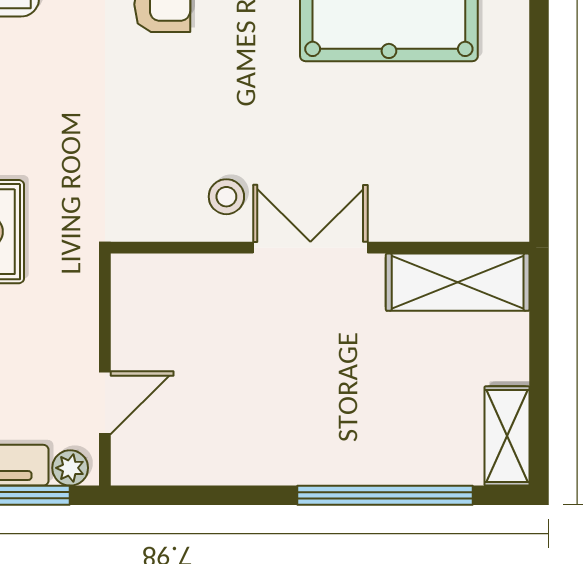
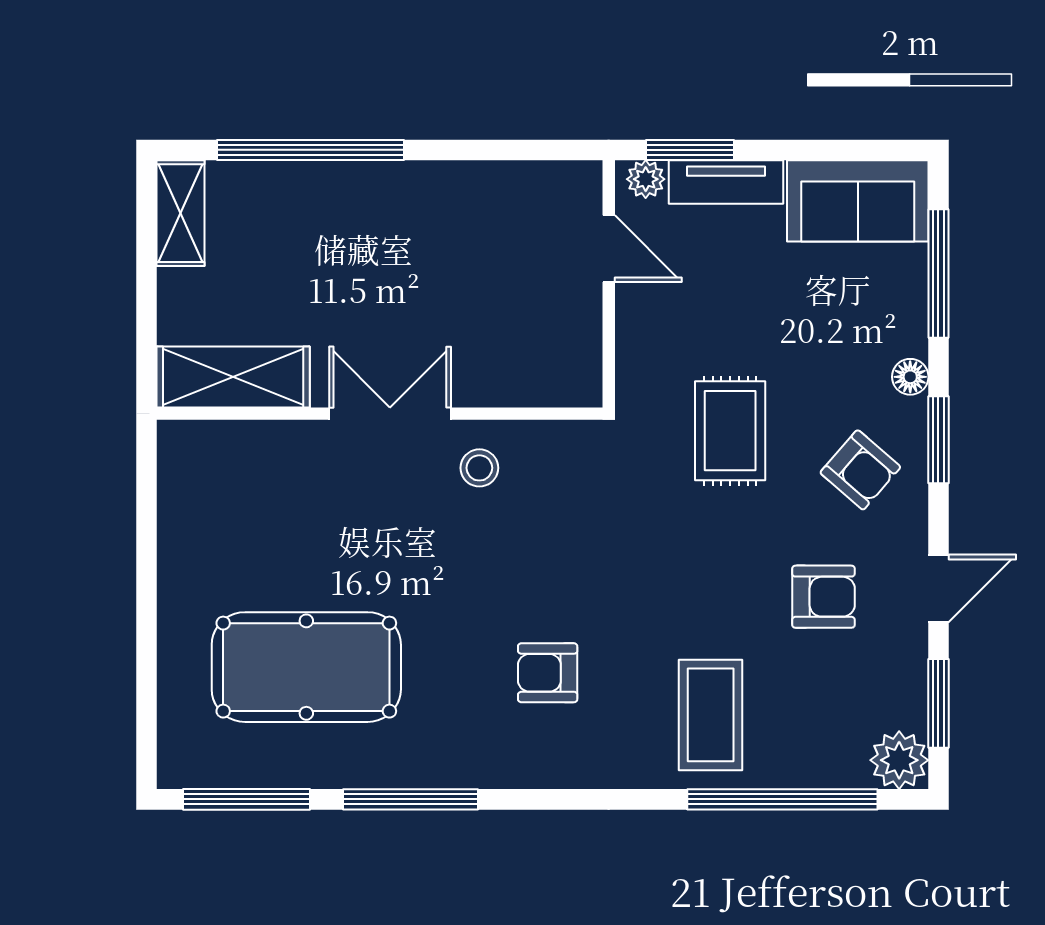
double door: (310, 248) -> (390, 414), swing flipped
door: (105, 403) -> (609, 249), swing flipped

